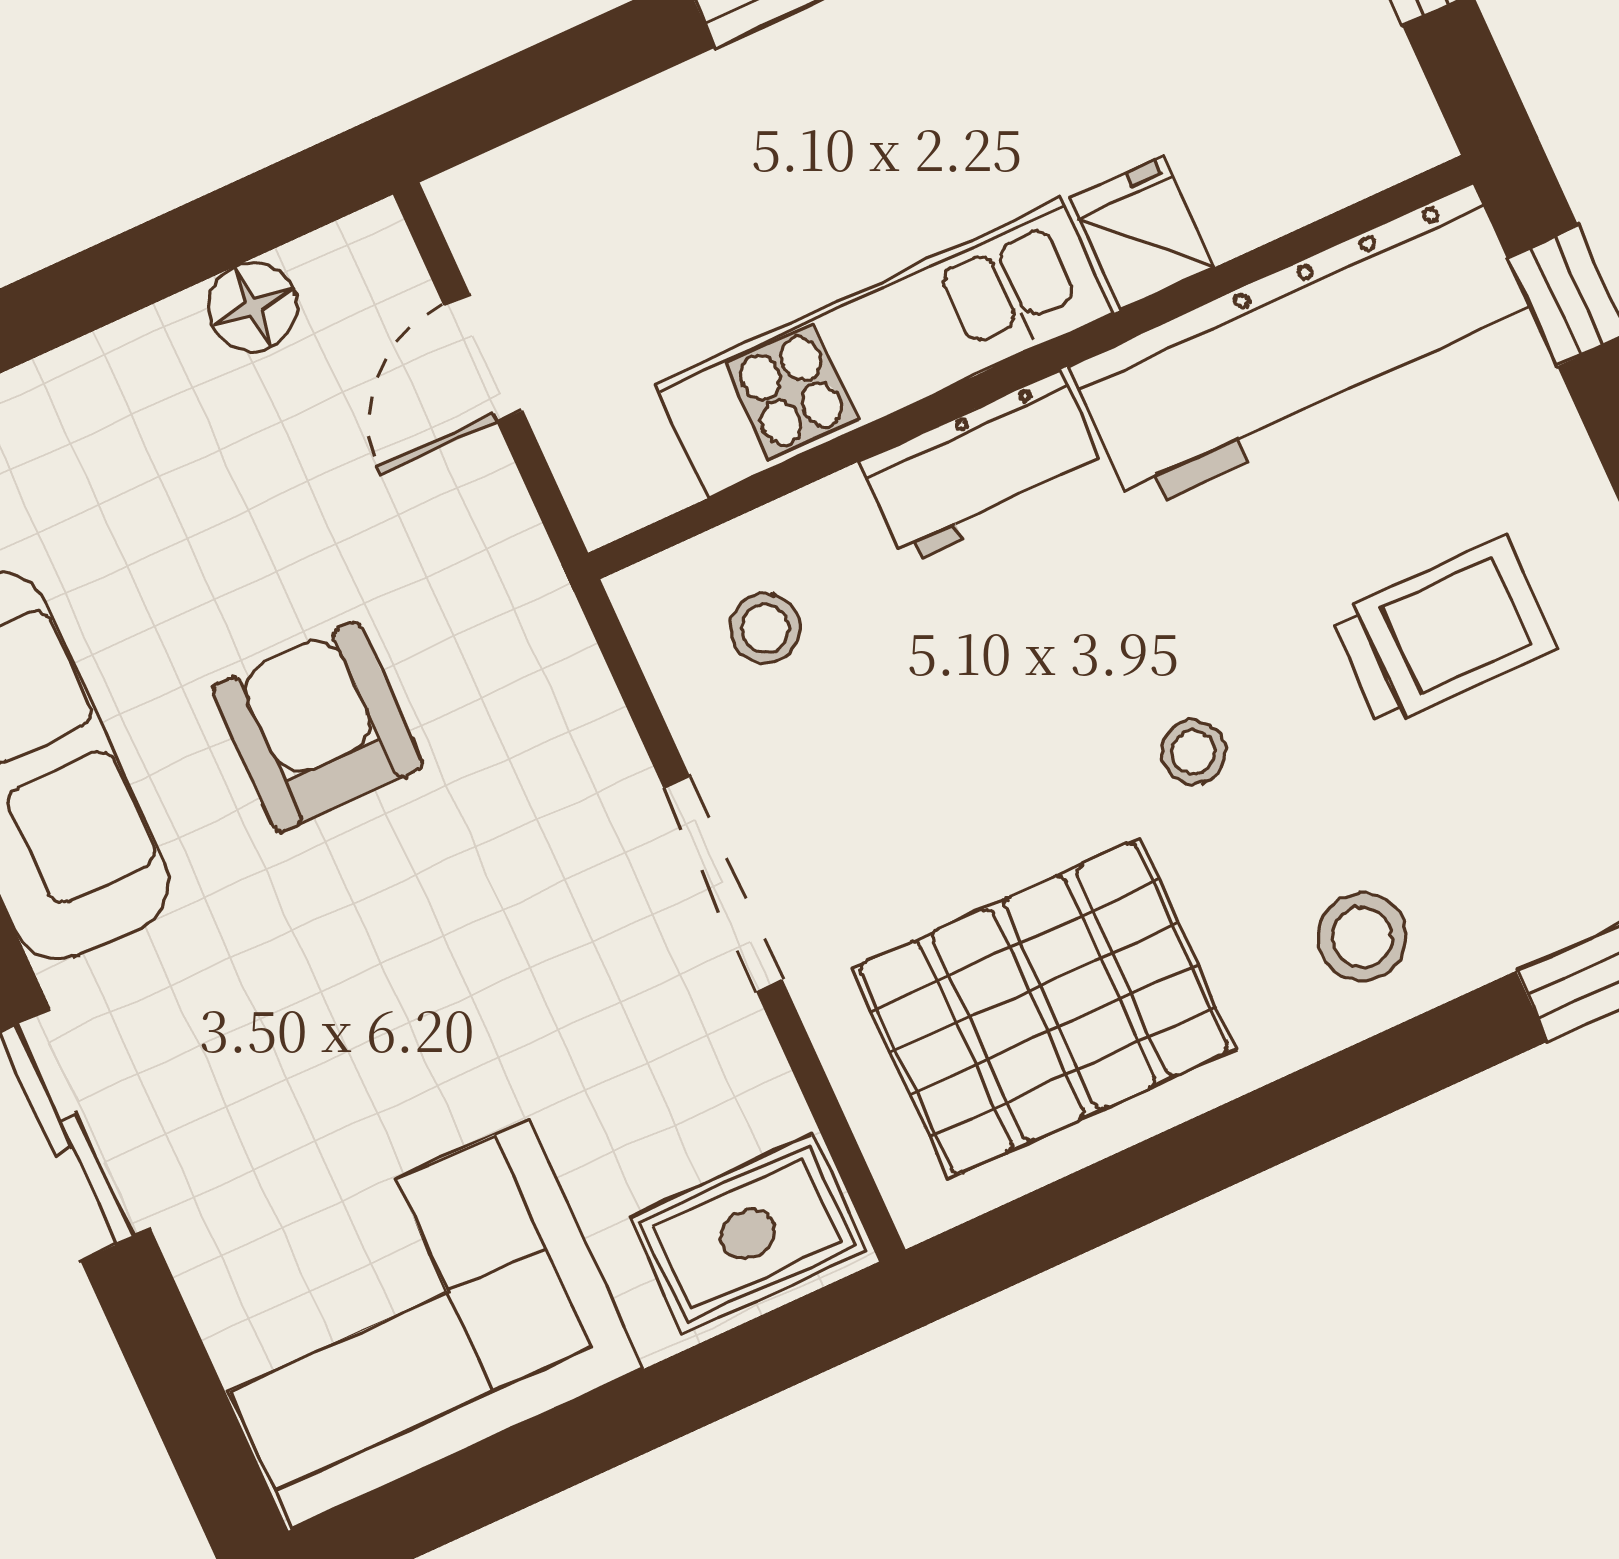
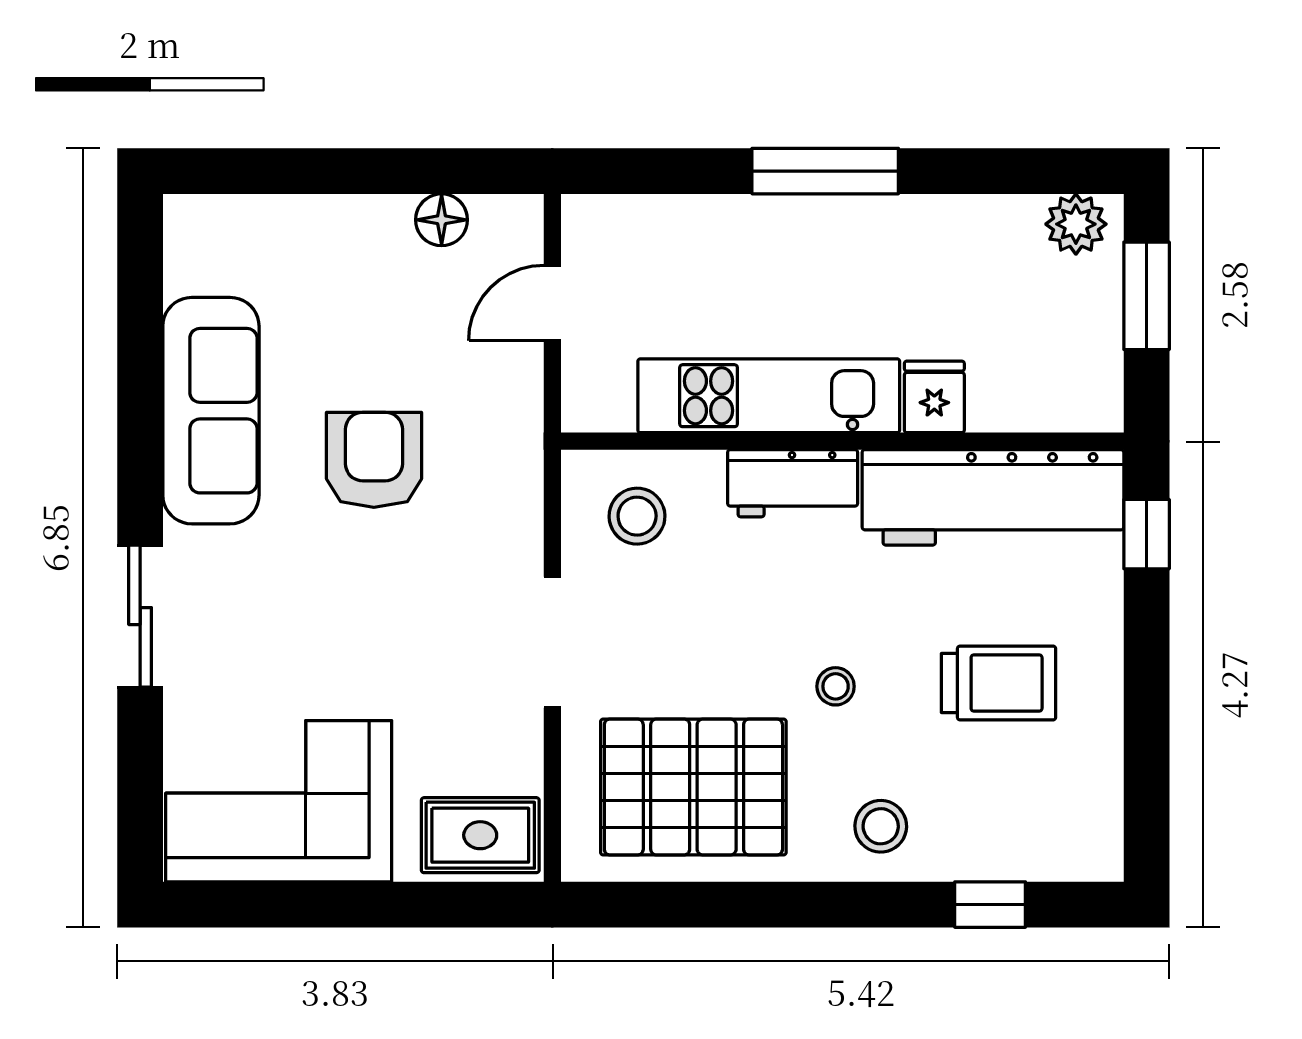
stool: (765, 628) -> (637, 516), width x1.37, depth x1.37

